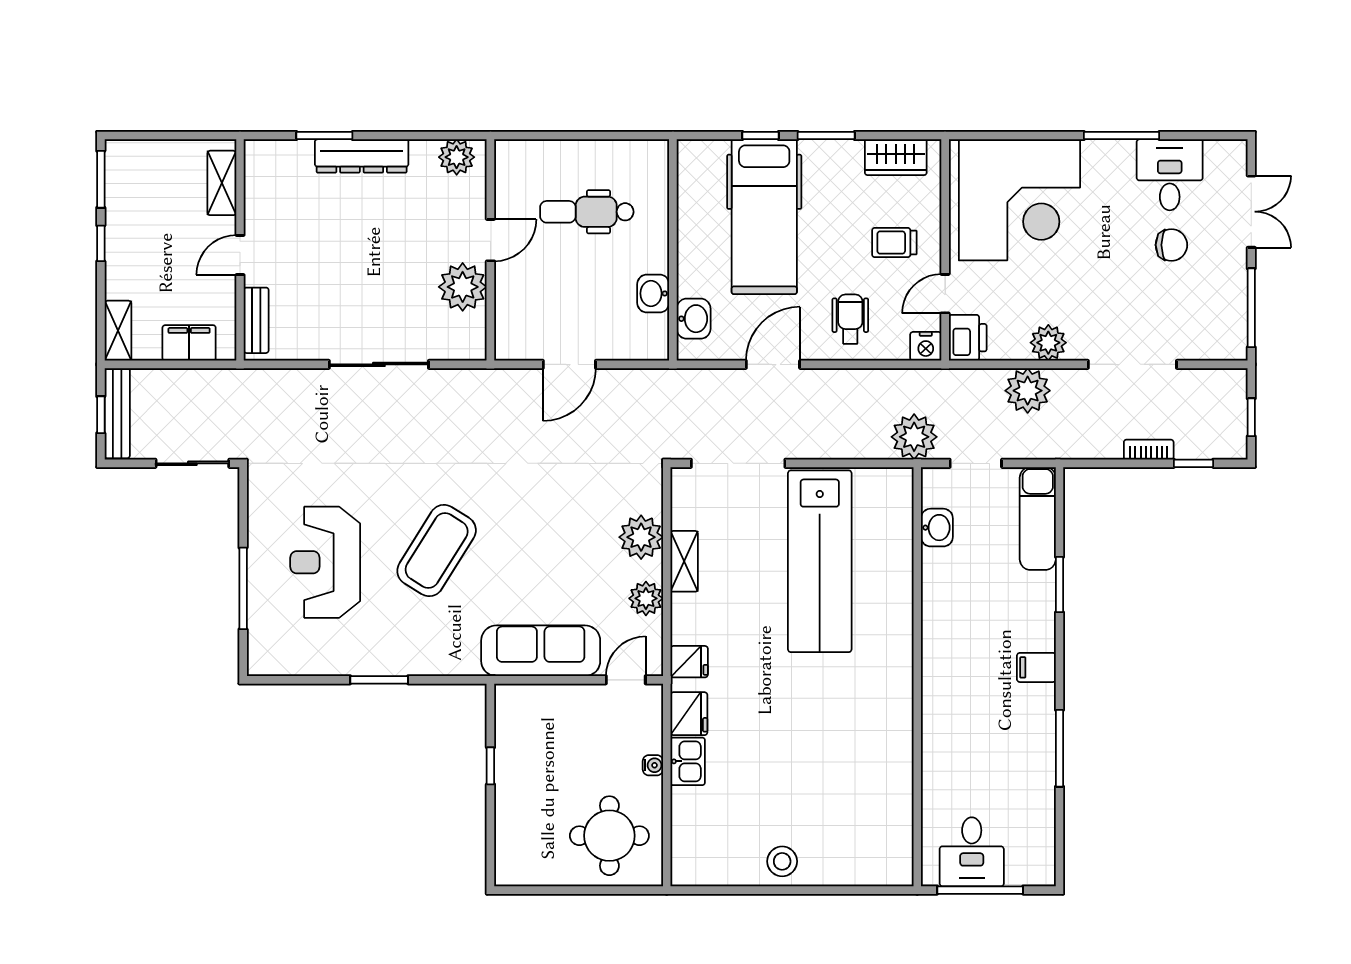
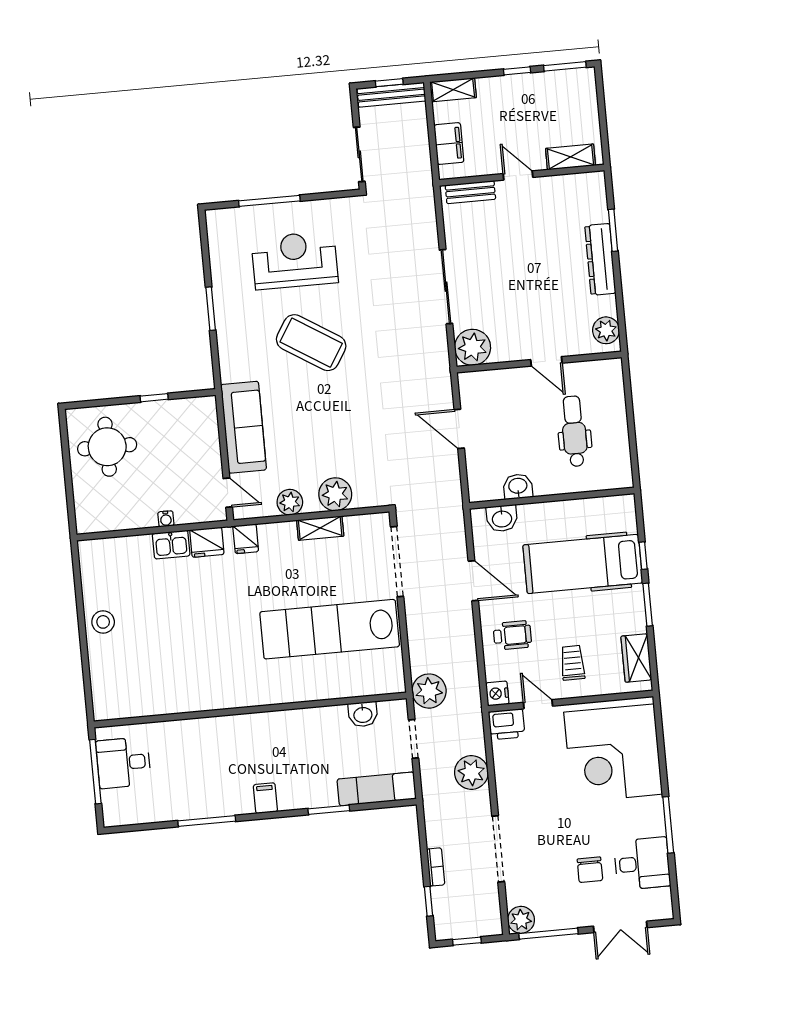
plant: (463, 287) -> (473, 347), moved
plant: (1048, 343) -> (521, 920), moved
round table: (609, 836) -> (107, 447), moved

